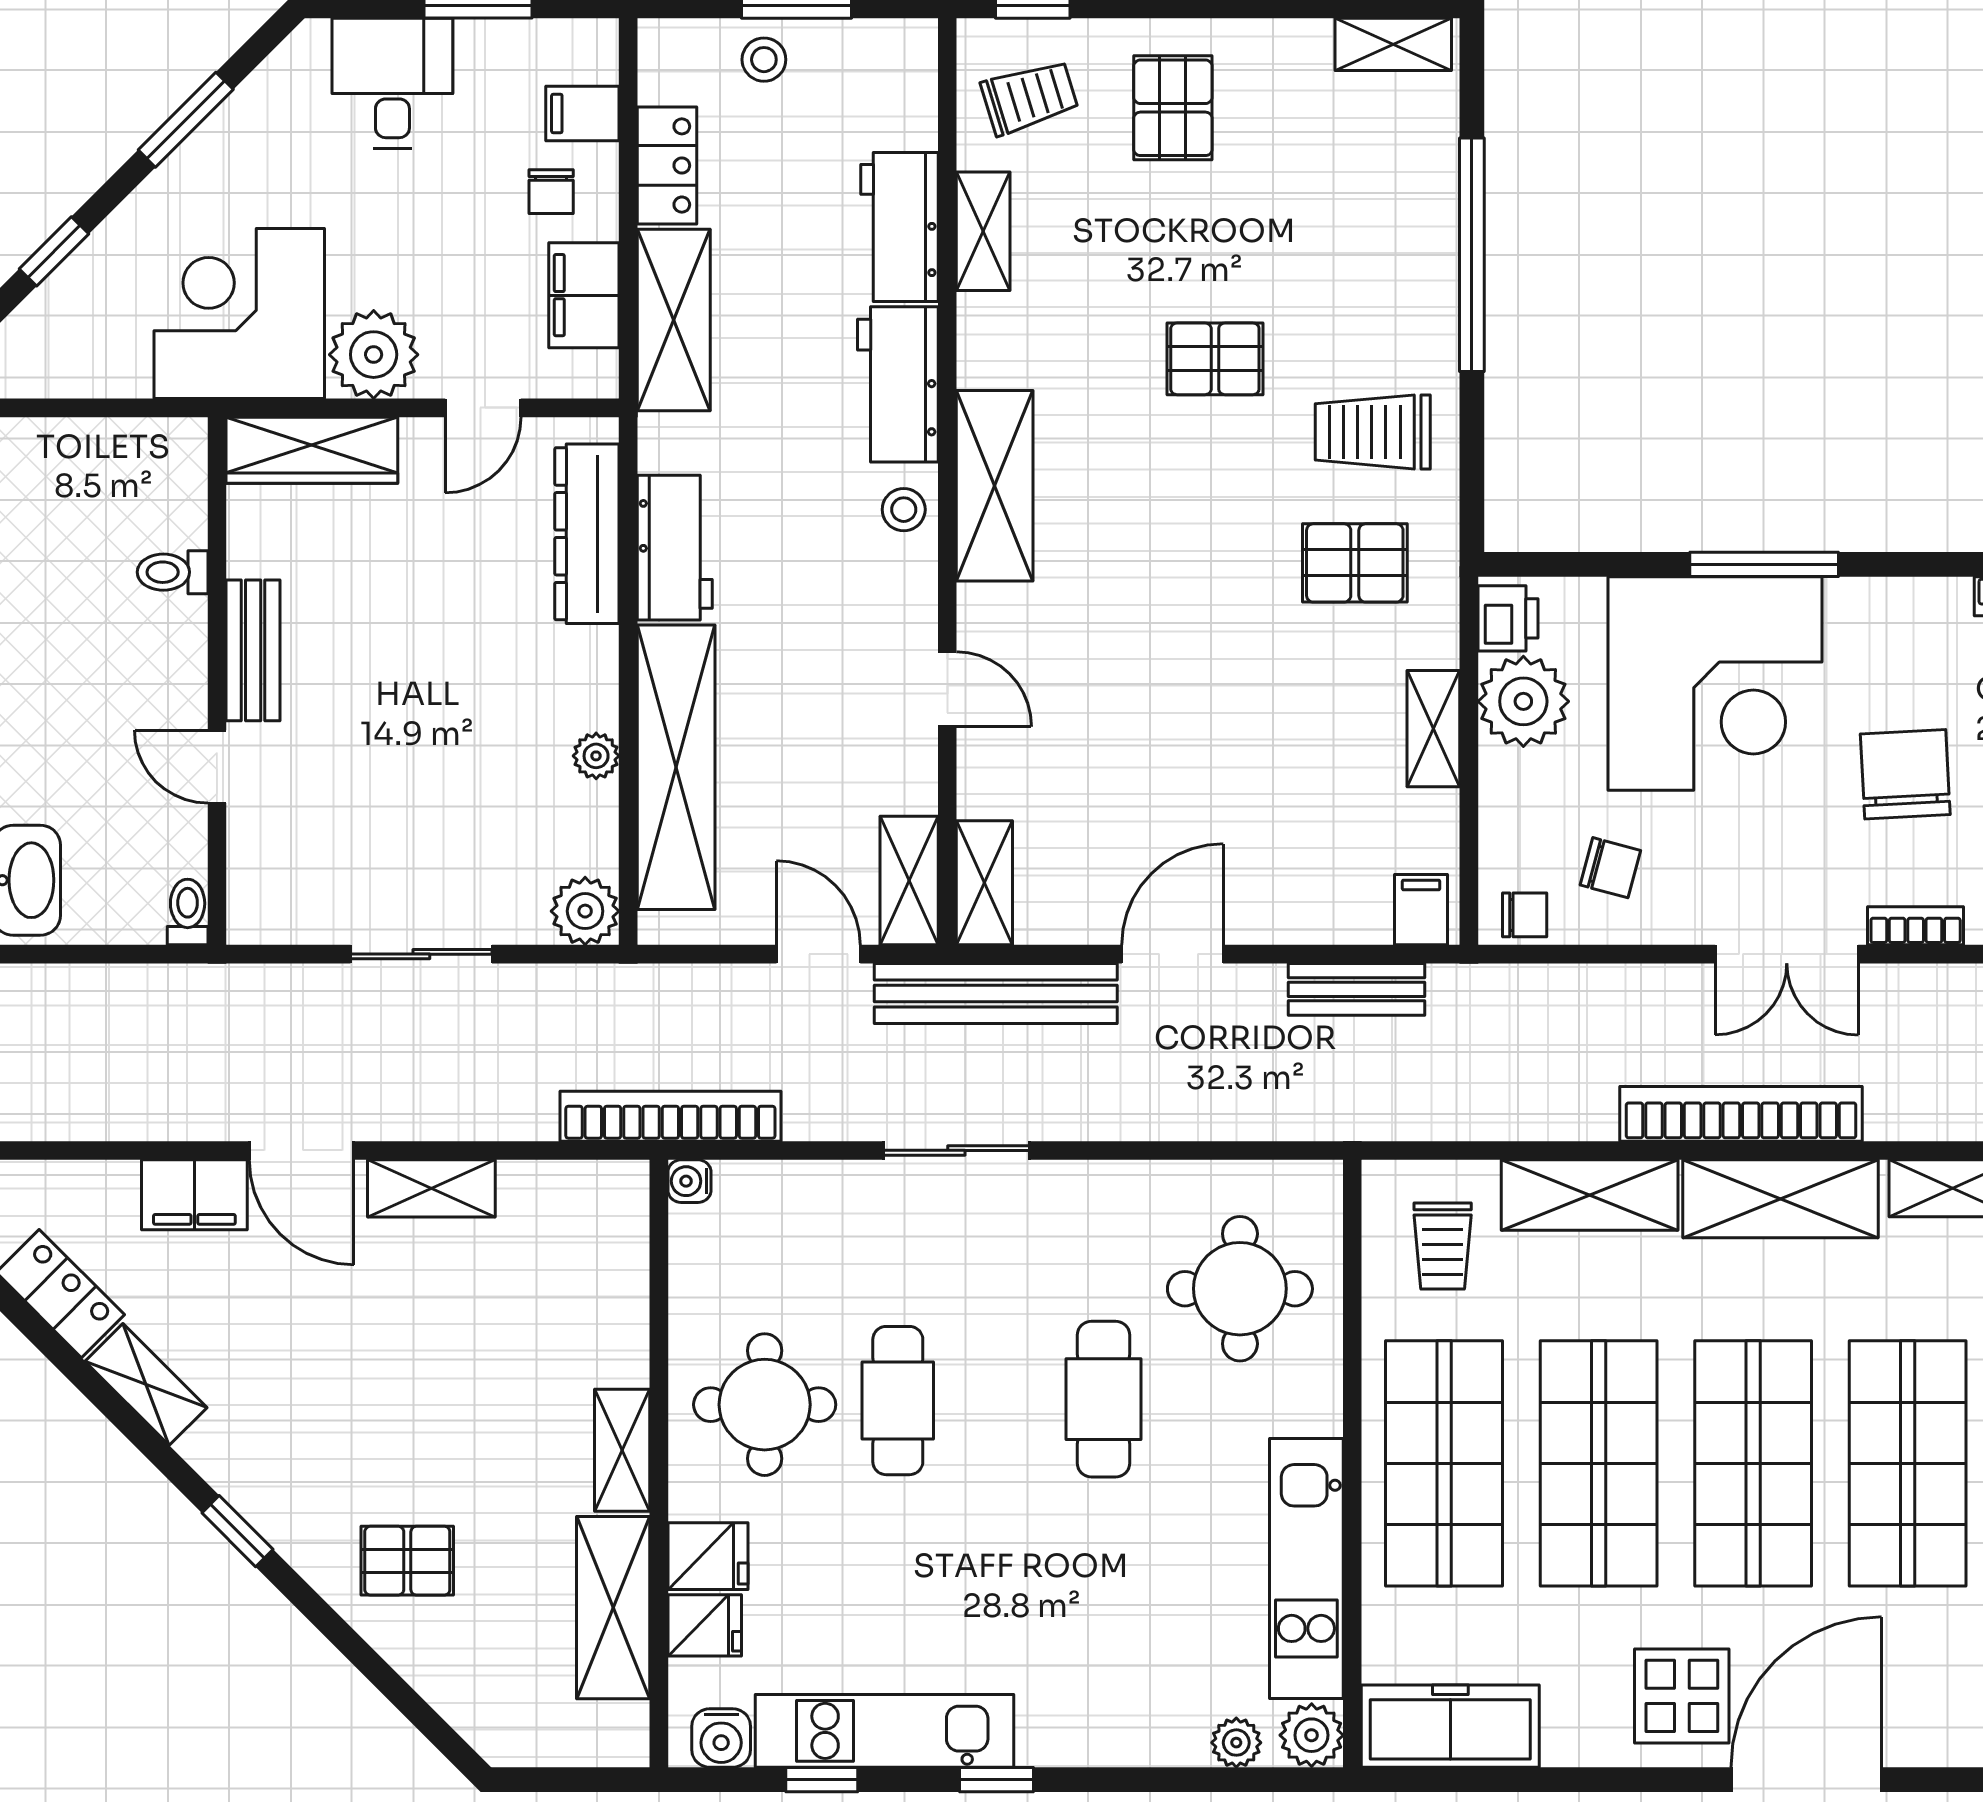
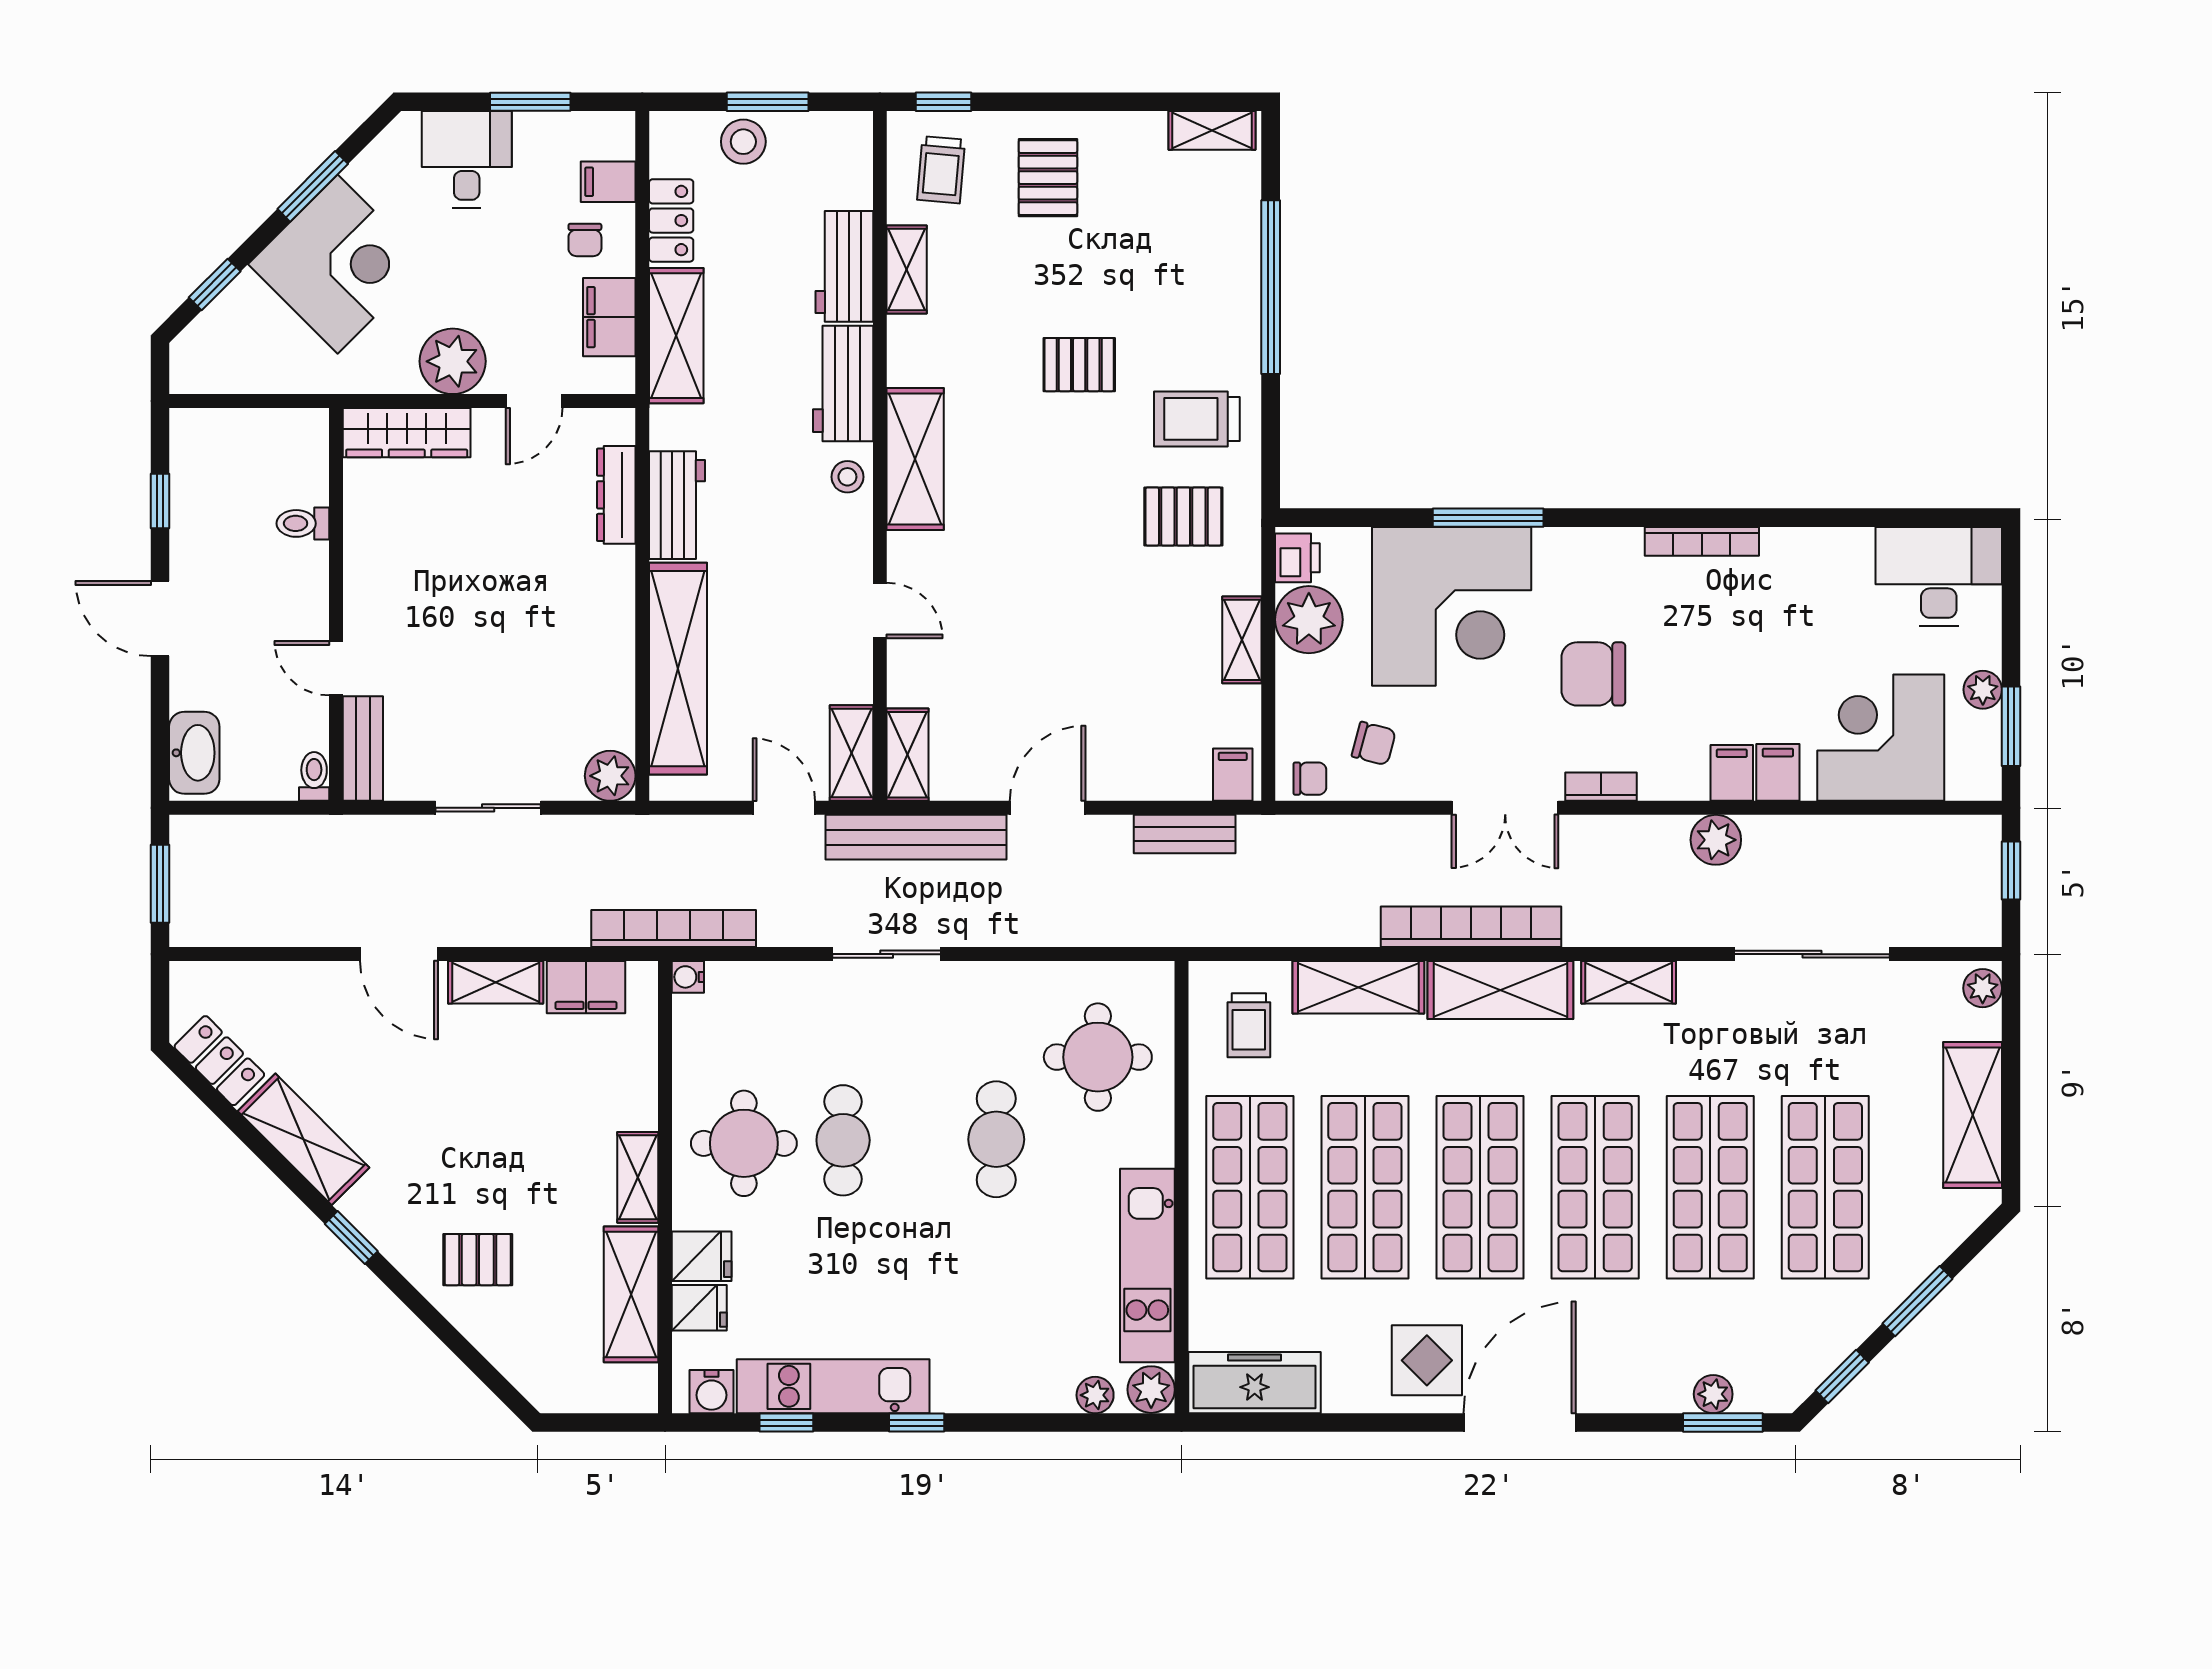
stool: (764, 60) -> (743, 142), width x1.37, depth x1.37
trolley: (1029, 97) -> (941, 170), turned 112
corner desk: (239, 314) -> (338, 264), moved, turned 135
dresser: (587, 534) -> (616, 495), width x0.73, depth x0.80
bench: (253, 650) -> (363, 749), moved
plant: (596, 756) -> (618, 660), removed
chair: (1905, 774) -> (1593, 674), turned -87
filing cabinet: (194, 1195) -> (586, 987), moved
shelving: (146, 1384) -> (304, 1139), width x1.50, depth x1.33

